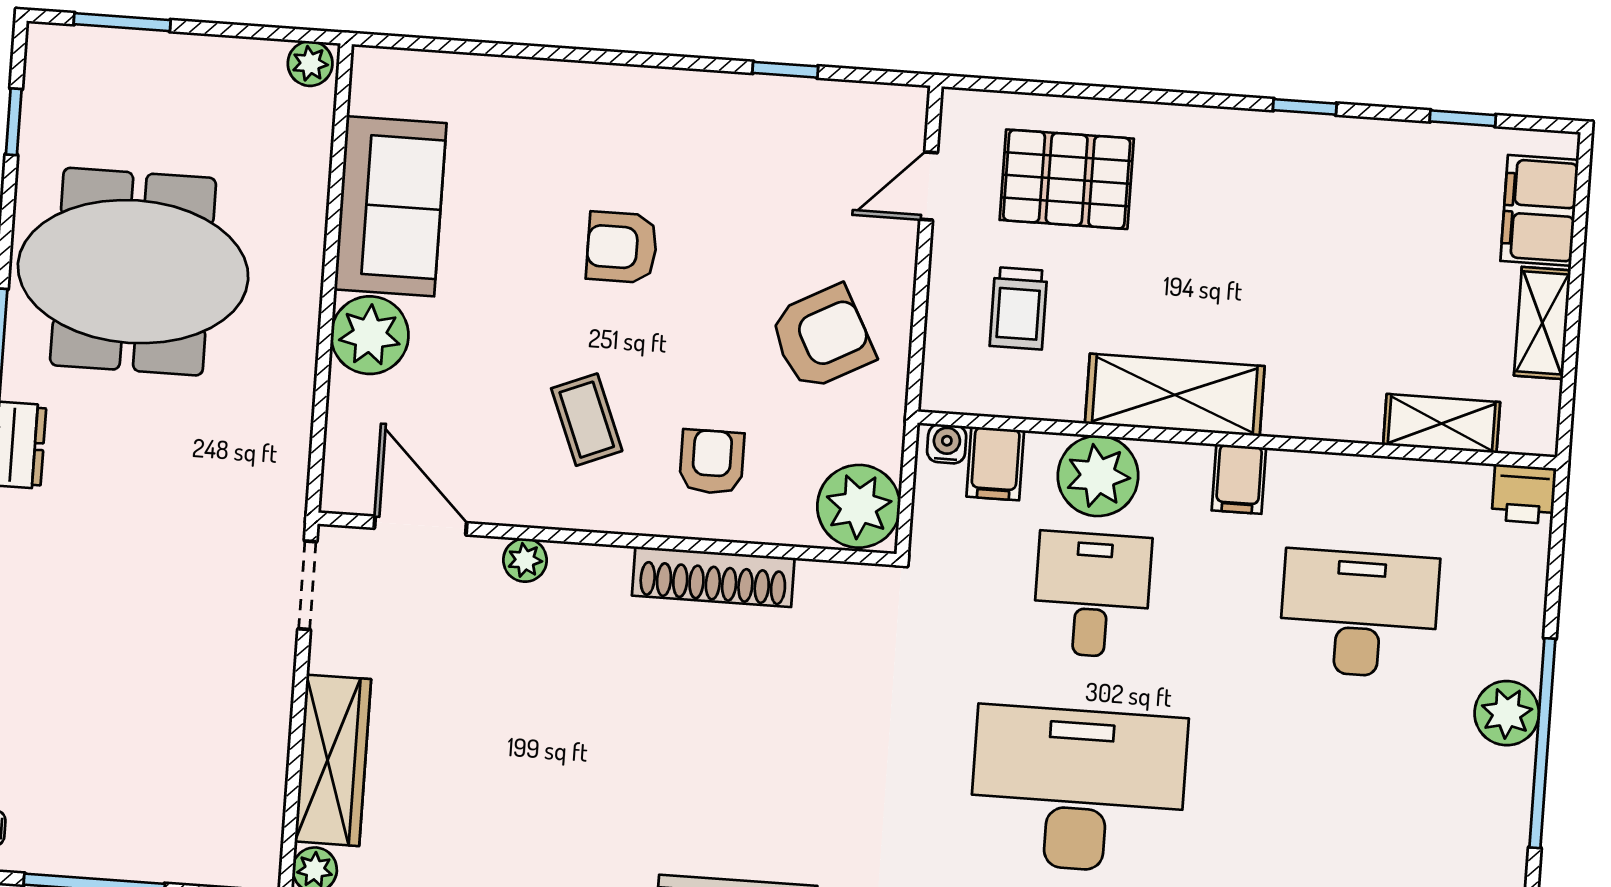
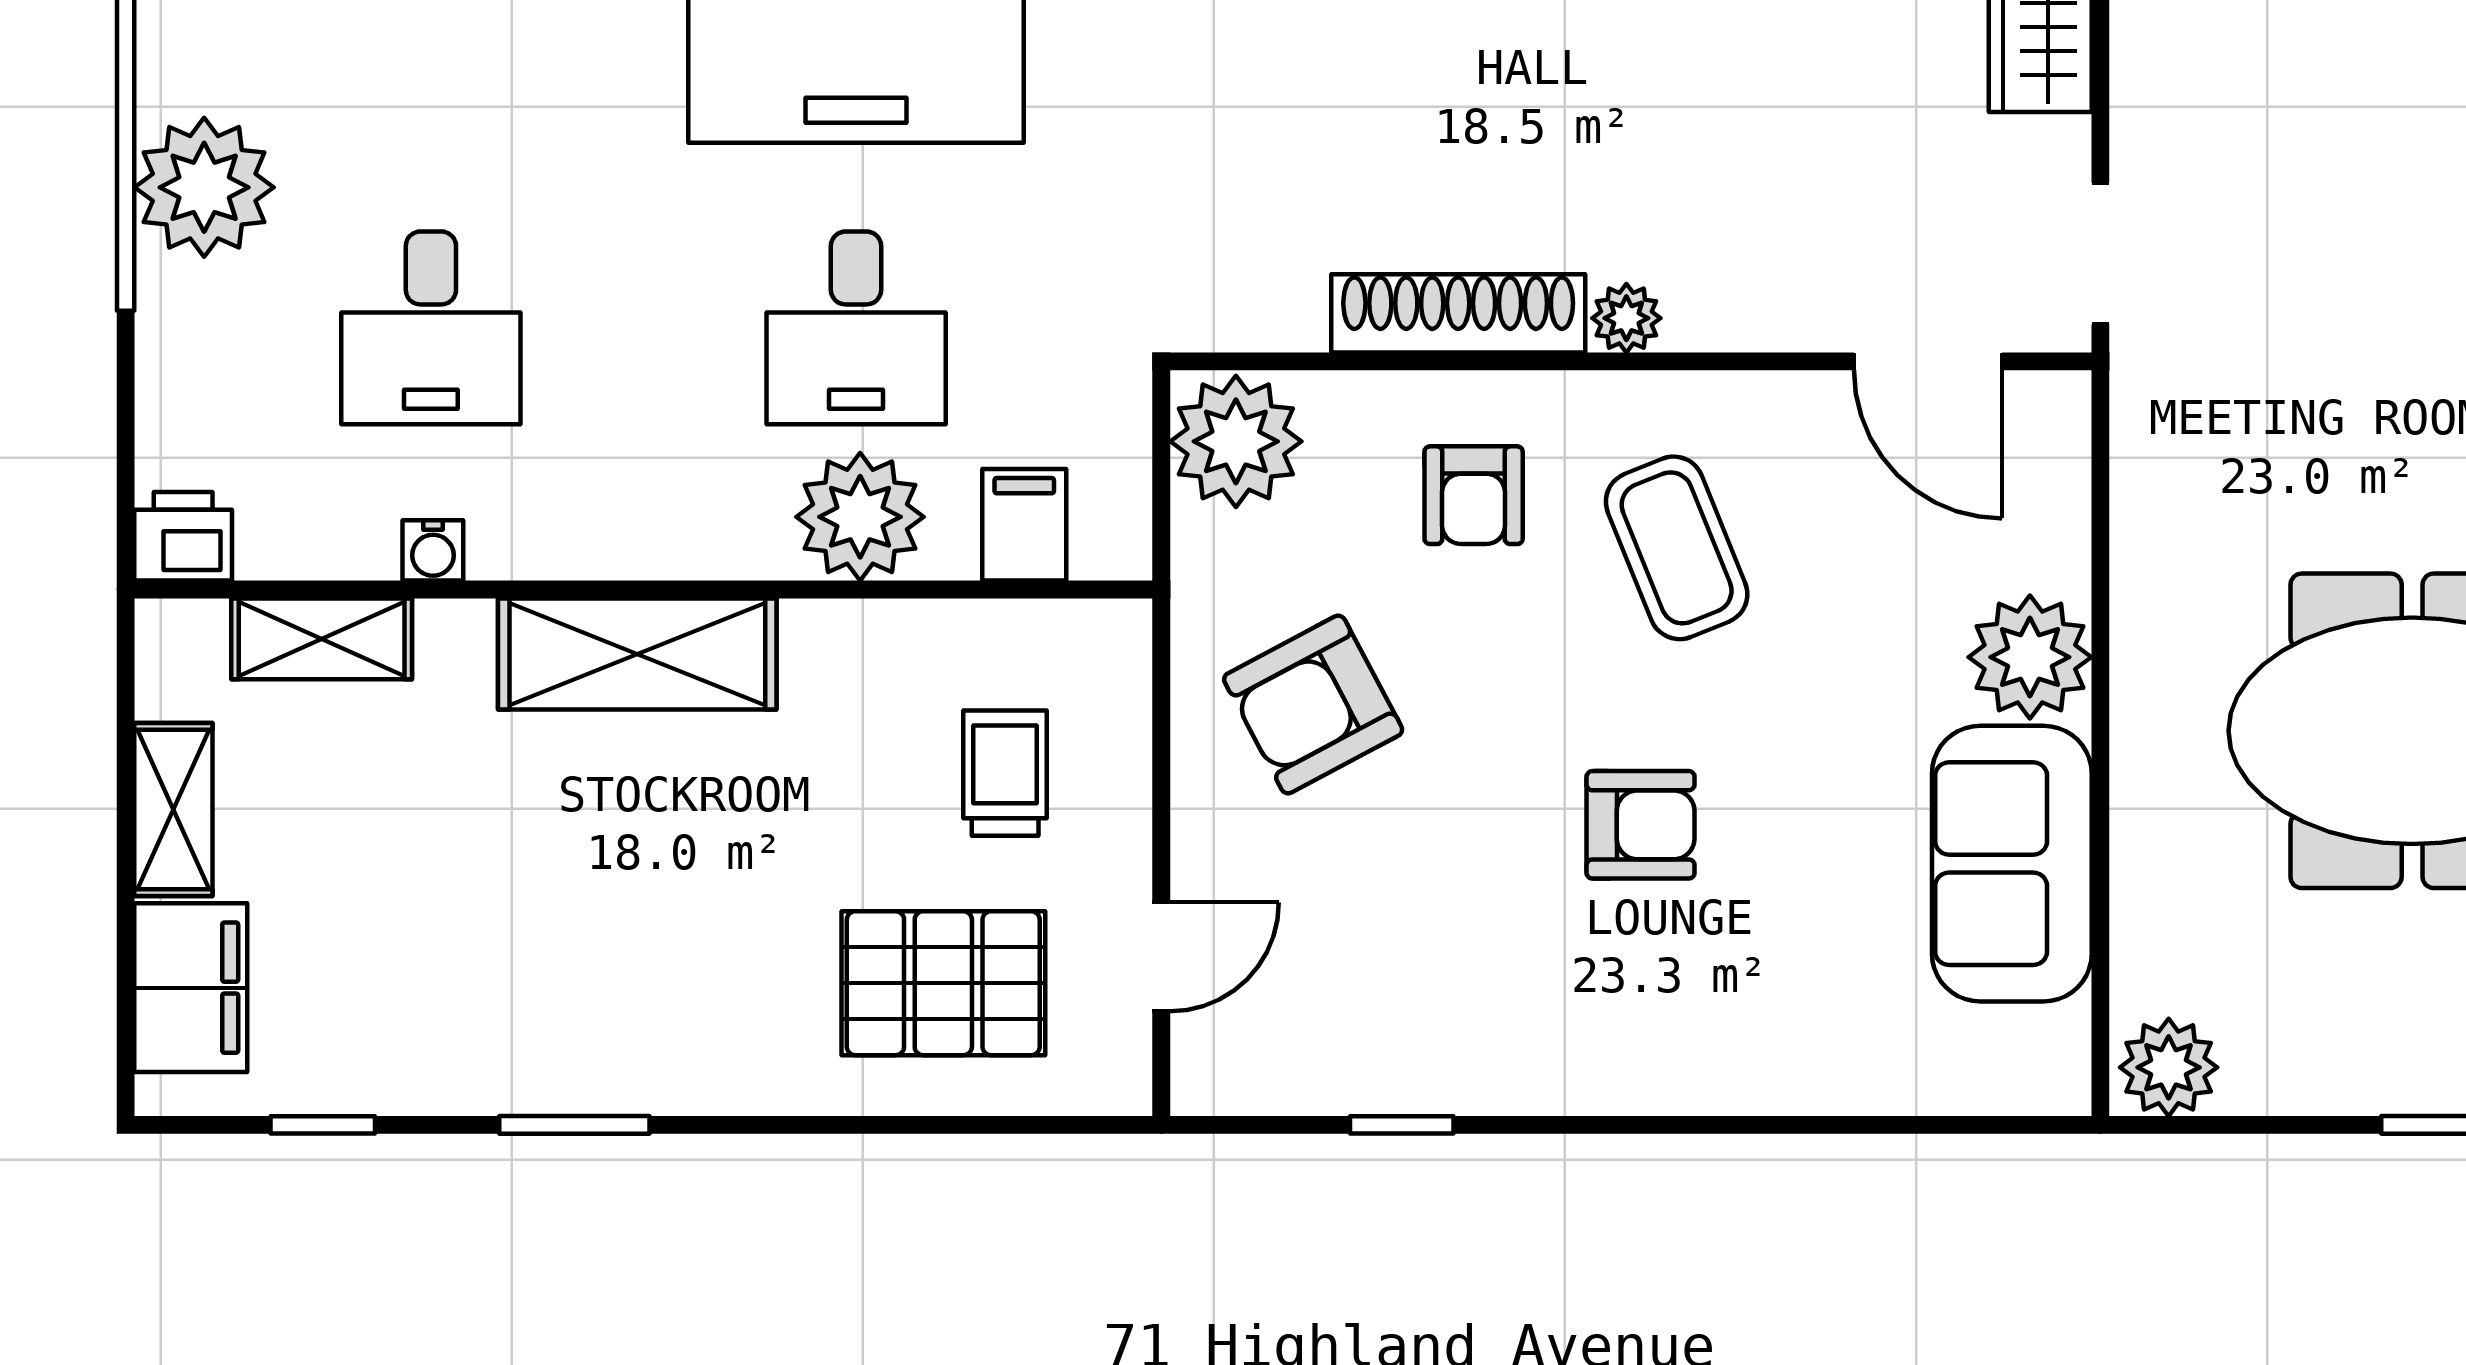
plant: (310, 64) -> (2169, 1067), width x1.38, depth x1.38
window: (1305, 107) -> (574, 1125), width x1.50
shelving: (1175, 395) -> (637, 654), moved
coffee table: (587, 420) -> (1677, 548), width x1.36, depth x1.30
water cooler: (947, 444) -> (433, 550), moved
filing cabinet: (1239, 479) -> (636, 528), removed
plant: (525, 560) -> (1626, 318), moved
desk: (1359, 614) -> (431, 328), width x0.73
plant: (1507, 713) -> (204, 187), width x1.36, depth x1.36

